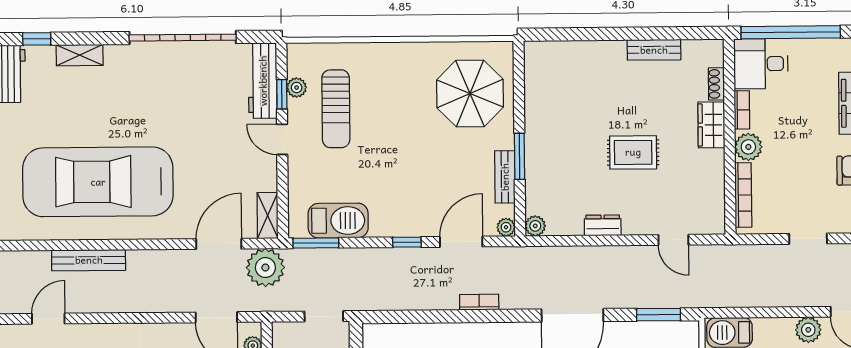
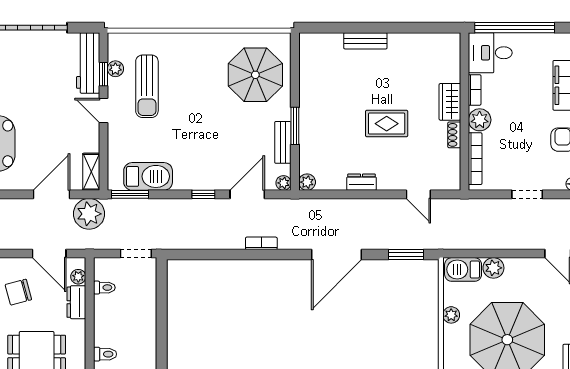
bench: (654, 50) -> (365, 41), moved
shoe rack: (716, 84) -> (454, 135), moved
plant: (808, 330) -> (493, 268), moved

